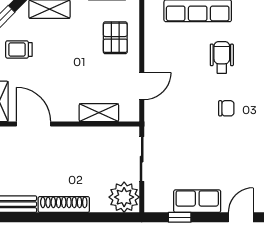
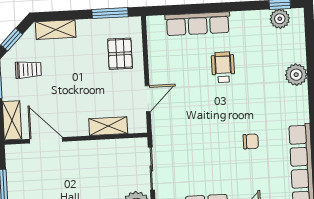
trolley: (19, 49) -> (28, 70), turned 180
chair: (226, 108) -> (251, 141), moved

